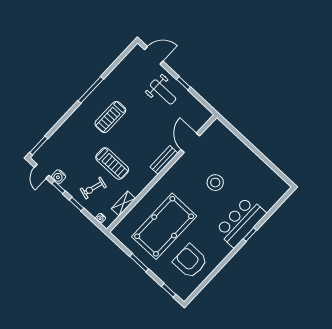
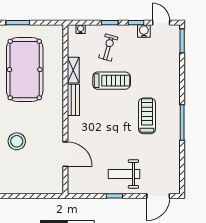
bench: (164, 160) -> (73, 100), moved
treadmill: (112, 163) -> (112, 81), turned 180
shelving: (123, 203) -> (73, 70), moved

